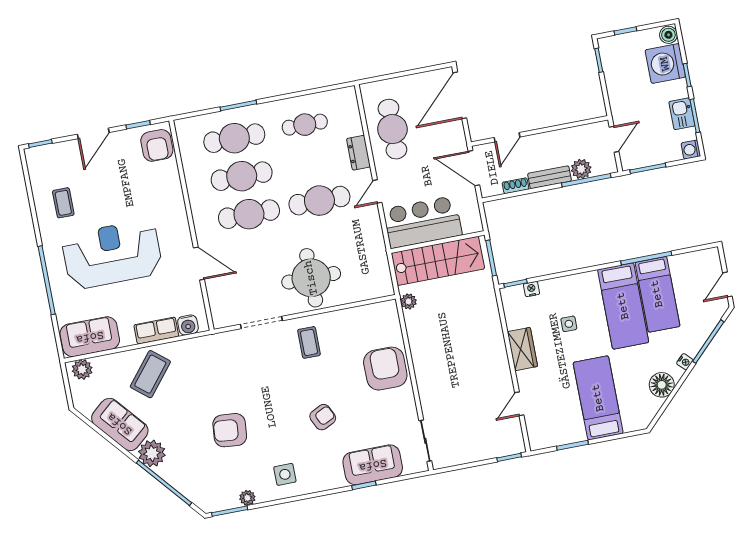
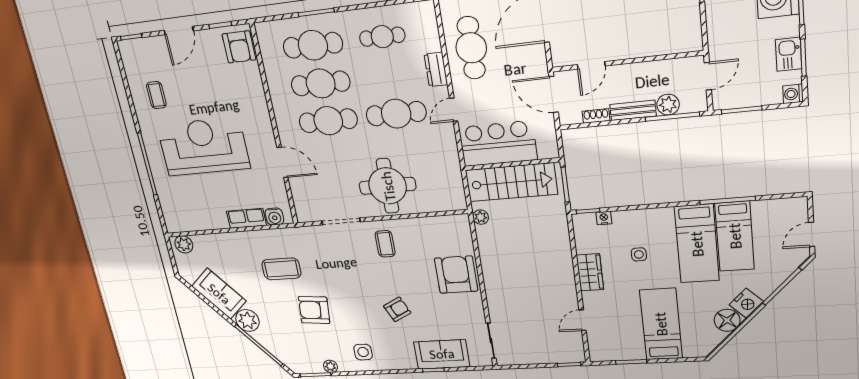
sofa: (90, 337) -> (188, 217), removed
nightstand: (685, 362) -> (746, 303), width x1.89, depth x1.79
coffee table: (150, 374) -> (281, 269), moved, turned 51

